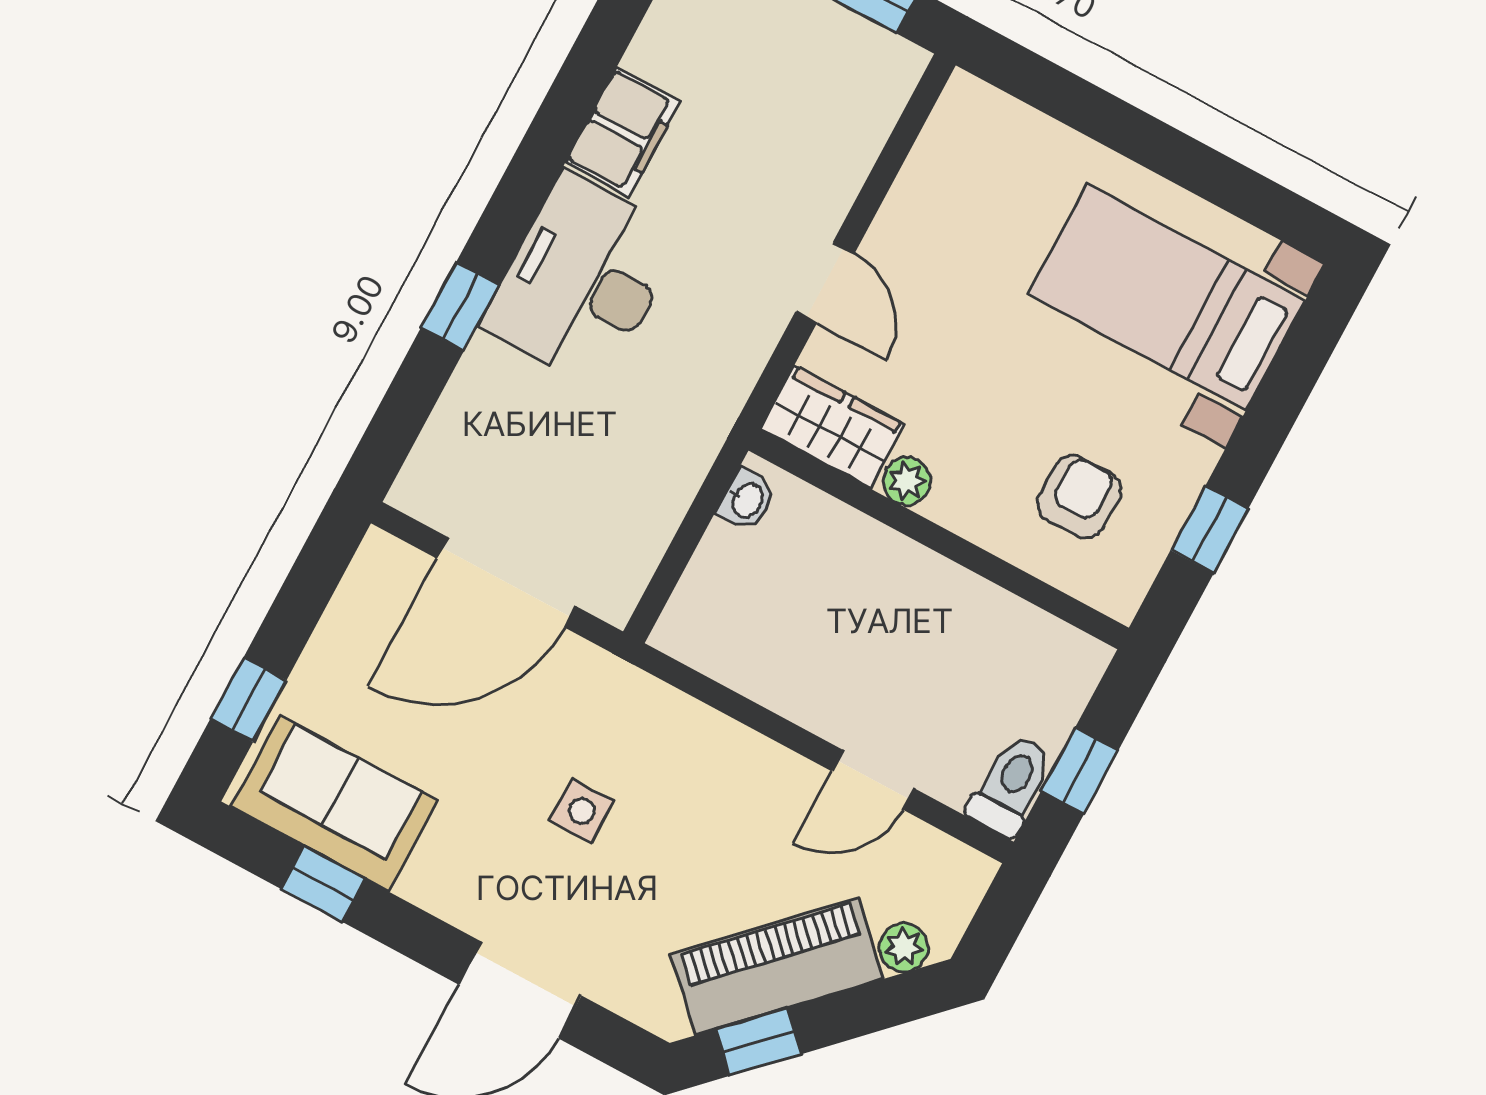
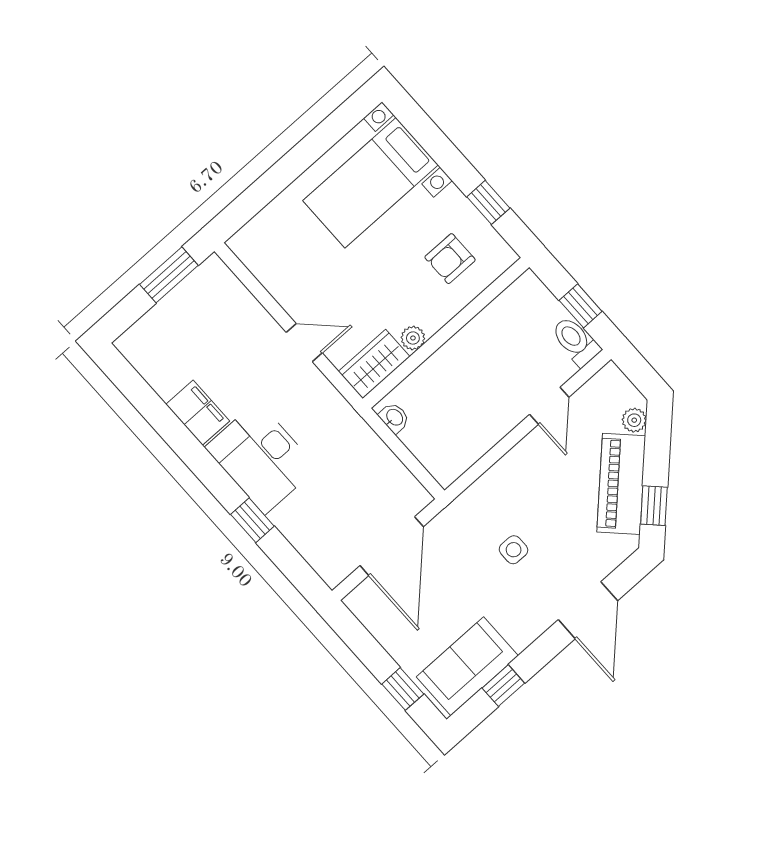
armchair: (1079, 496) -> (450, 259), turned -90

